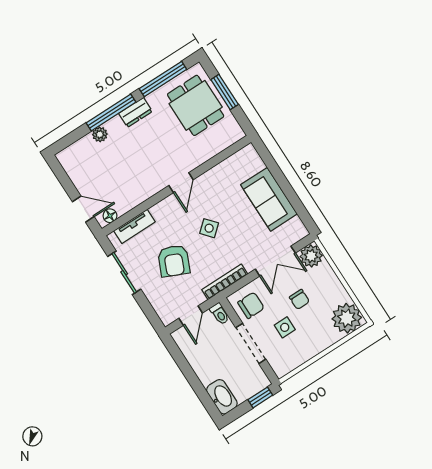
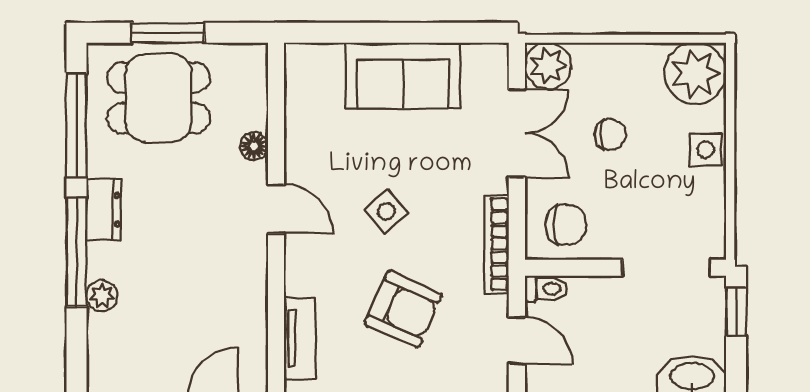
floor lamp: (110, 216) -> (254, 146), moved
chair: (251, 305) -> (566, 225), turned 90
side table: (285, 327) -> (706, 150), moved
doorway: (251, 343) -> (666, 268), moved

